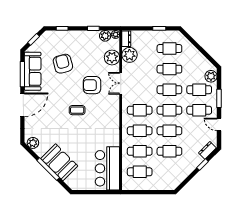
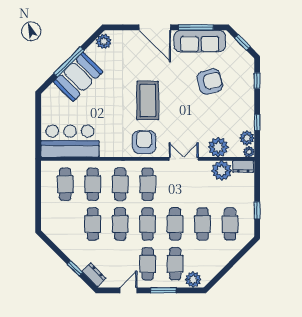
armchair: (92, 85) -> (144, 142), moved
coffee table: (77, 110) -> (148, 101), width x1.86, depth x1.72

